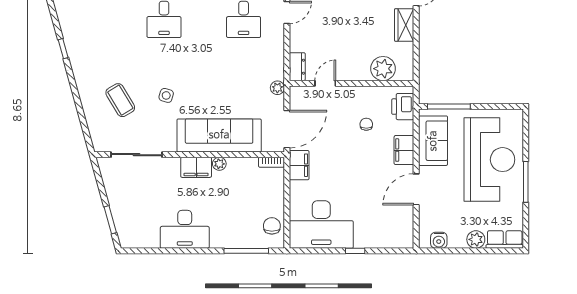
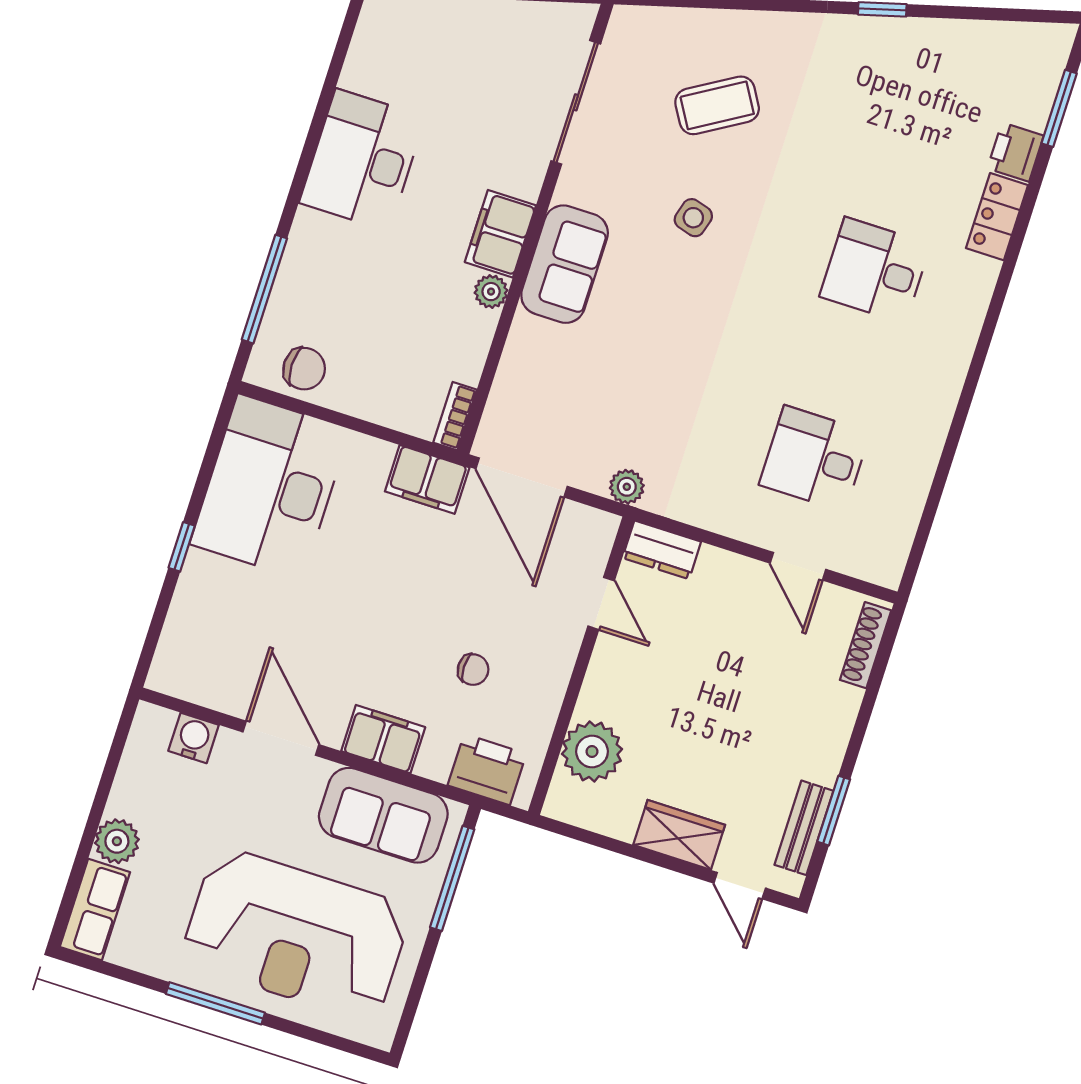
sofa: (219, 135) -> (565, 264), width x0.54, depth x0.79
water cooler: (439, 240) -> (194, 738), moved, turned 90

